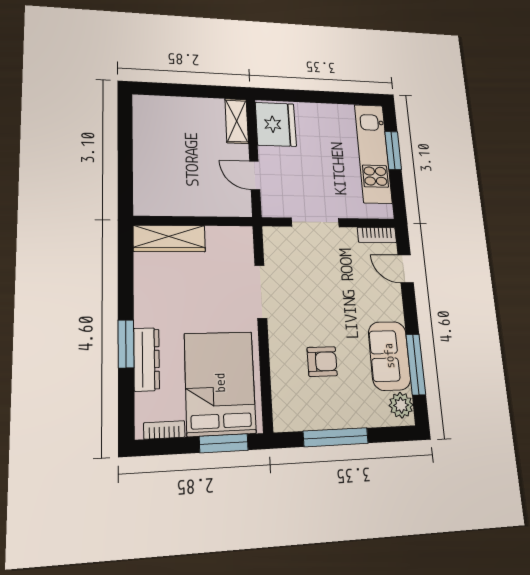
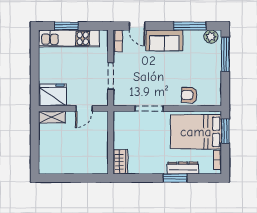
wardrobe: (169, 239) -> (120, 162), width x0.67
door: (406, 269) -> (137, 26), hinge flipped
sofa: (389, 356) -> (164, 40), moved
armchair: (322, 362) -> (189, 95), moved, turned -90
window: (336, 437) -> (225, 54), moved

